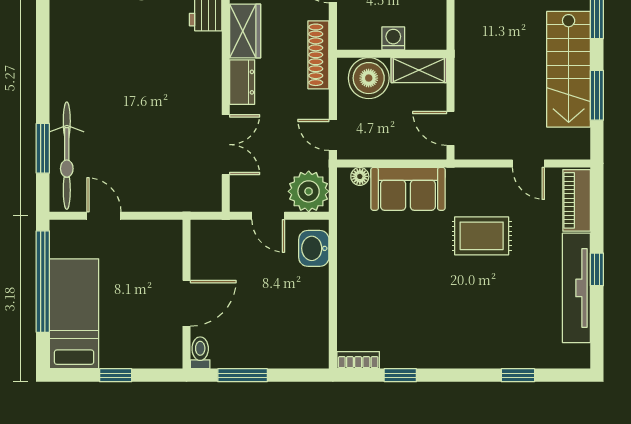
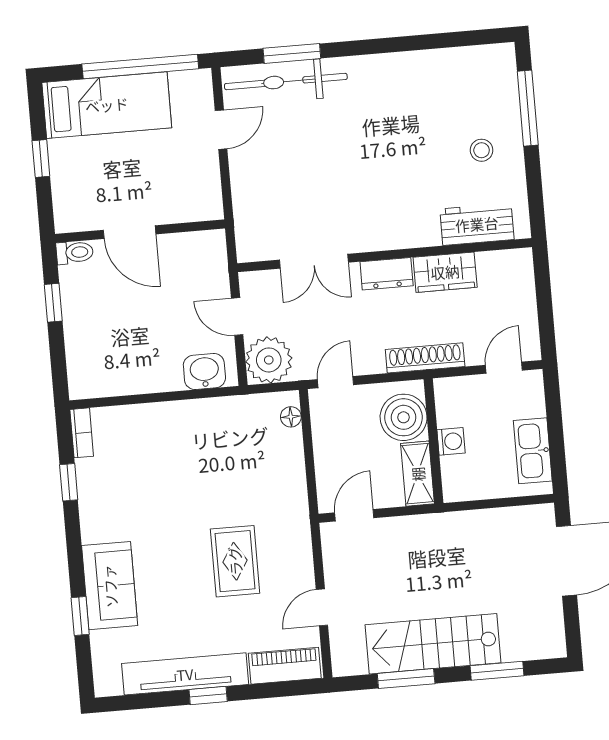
sofa: (408, 189) -> (110, 586), moved, turned 180
door: (268, 216) -> (237, 317), hinge flipped
window: (243, 375) -> (53, 303), width x0.67

